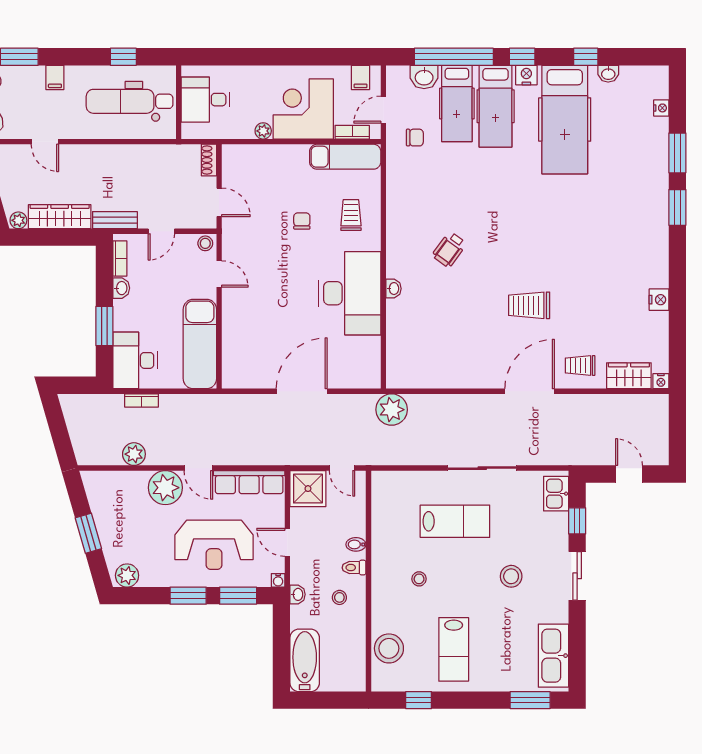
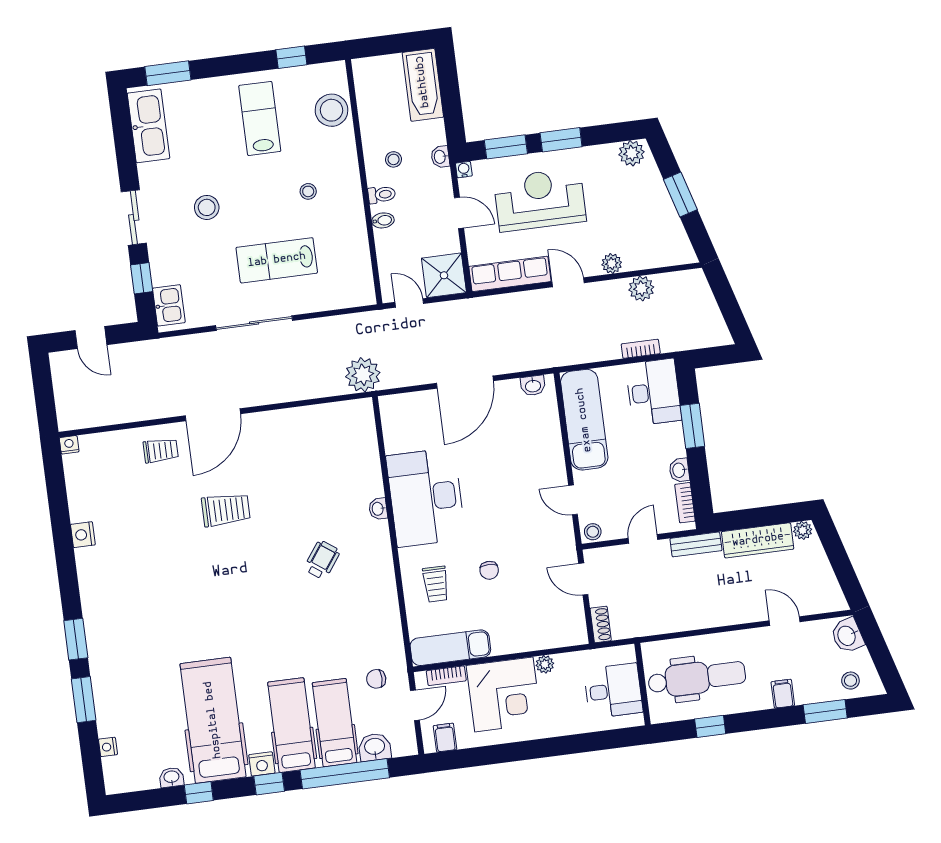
wardrobe: (629, 376) -> (105, 446), removed
washbasin: (242, 380) -> (533, 386), added
plant: (165, 488) -> (612, 264), width x0.53, depth x0.53

